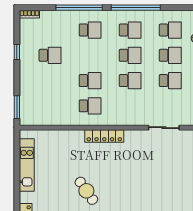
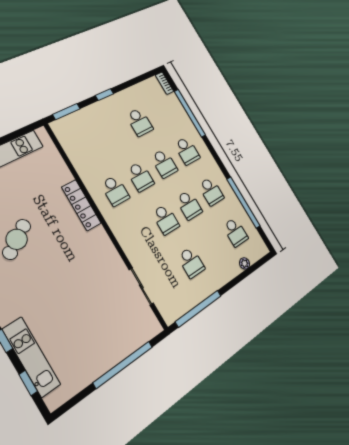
window: (79, 8) -> (190, 113), moved
window: (136, 8) -> (243, 203), moved
window: (17, 52) -> (104, 95), moved
school desk: (170, 55) -> (164, 163), moved
locker: (104, 136) -> (81, 205), moved

